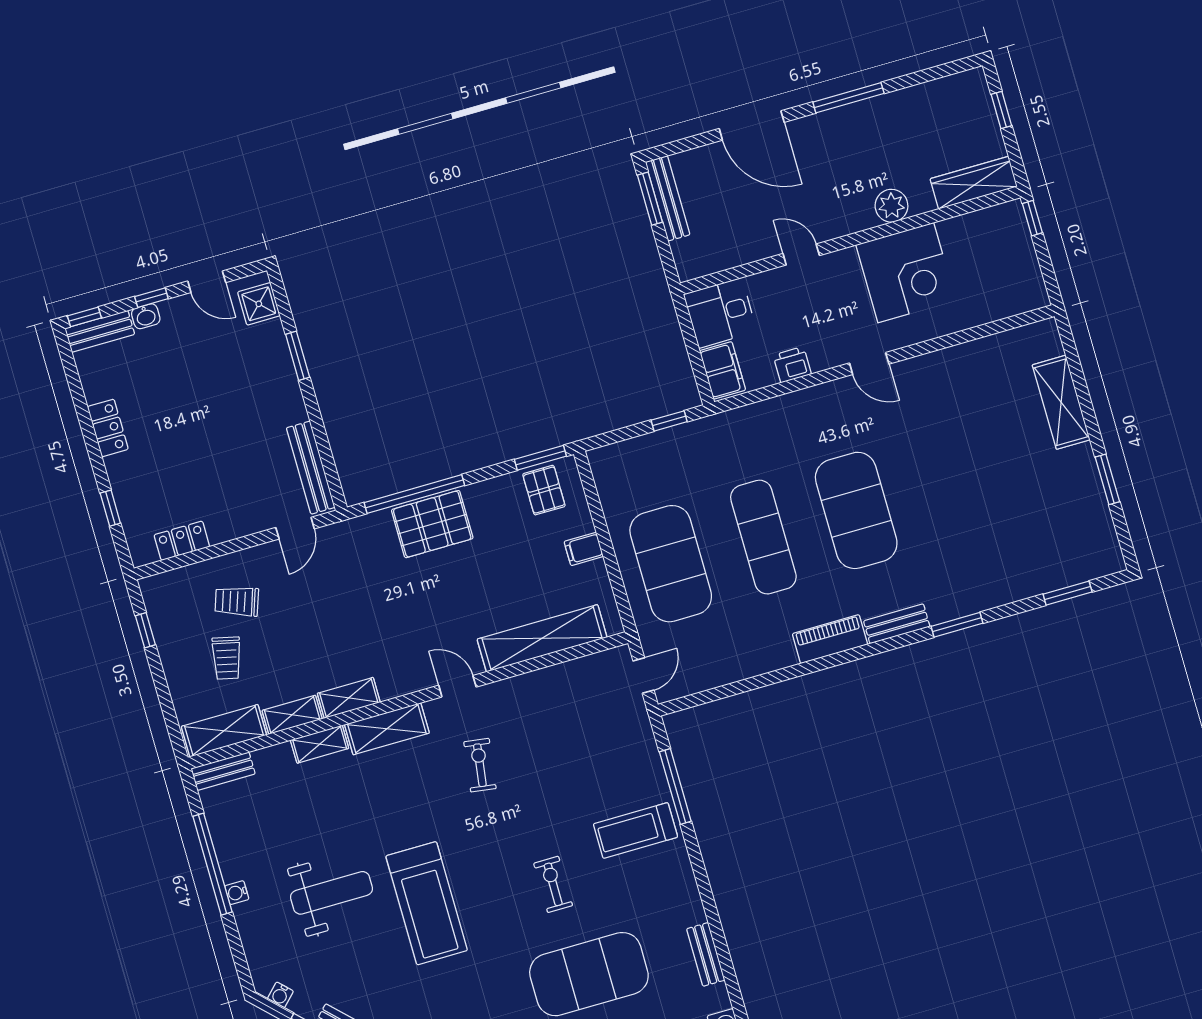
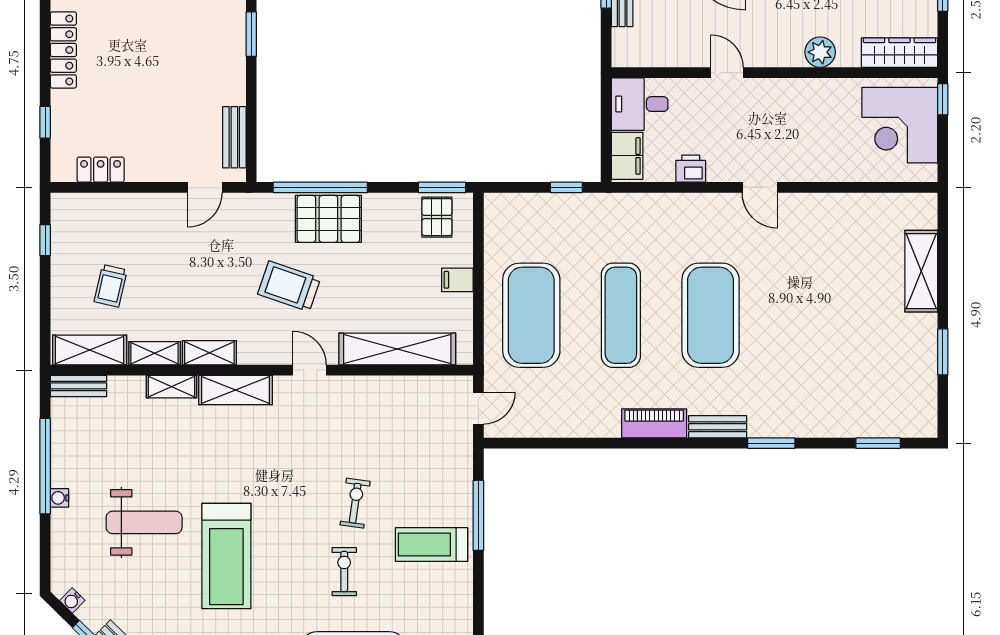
corner desk: (906, 273) -> (900, 125), moved, turned 90
locker: (108, 428) -> (63, 50), width x1.53
bench: (311, 468) -> (234, 137), width x0.73
trolley: (237, 601) -> (289, 286), moved, width x1.36, depth x1.39
exercise bike: (480, 765) -> (355, 503), moved

